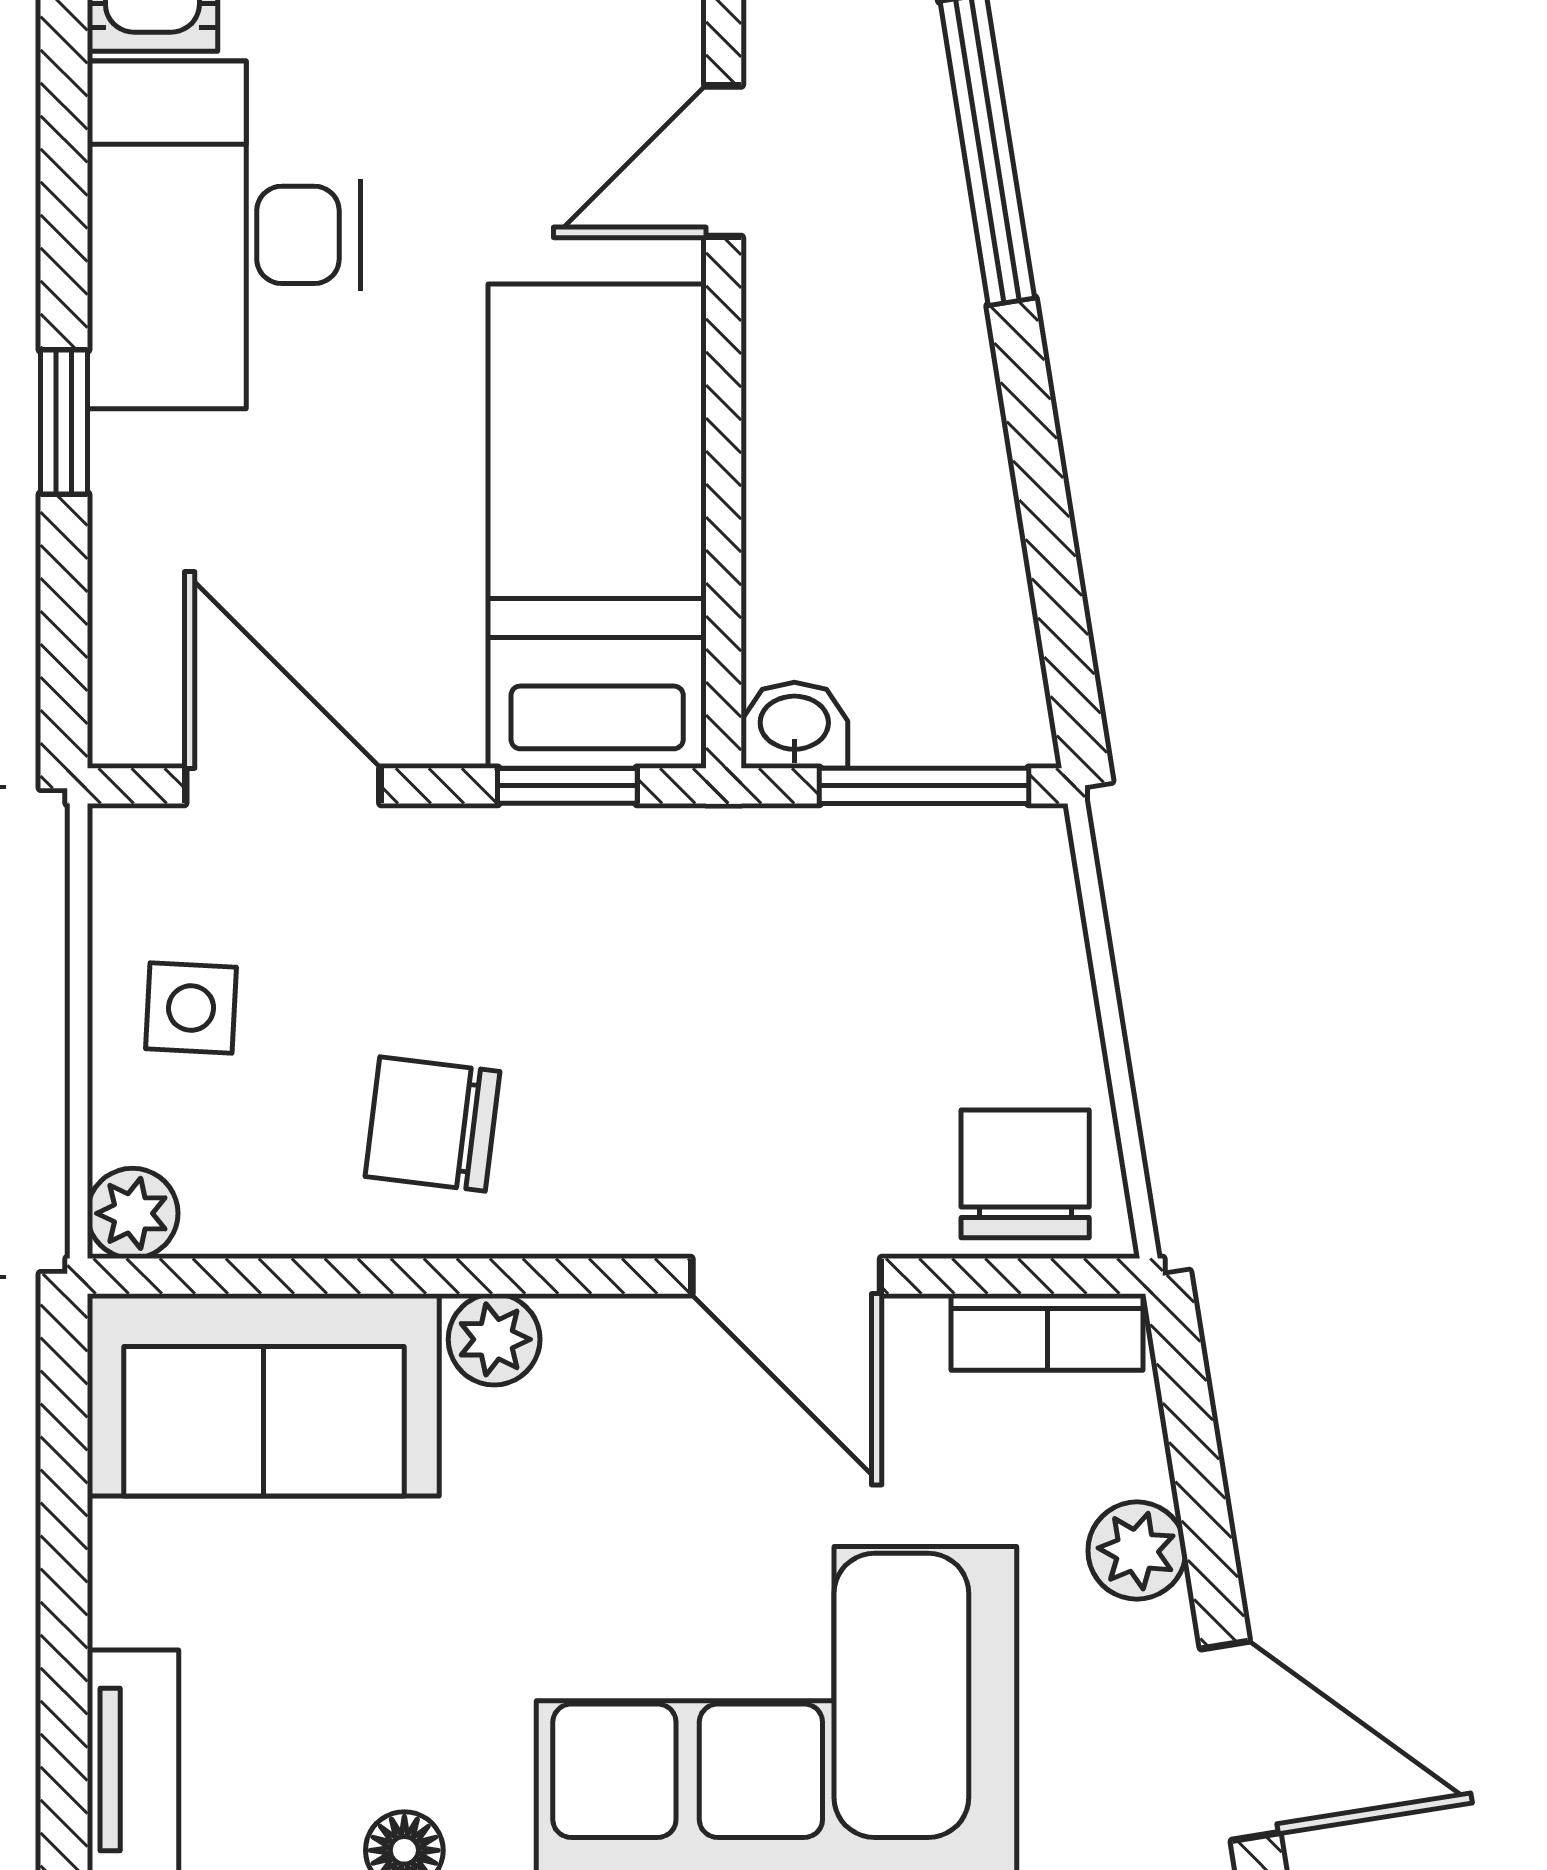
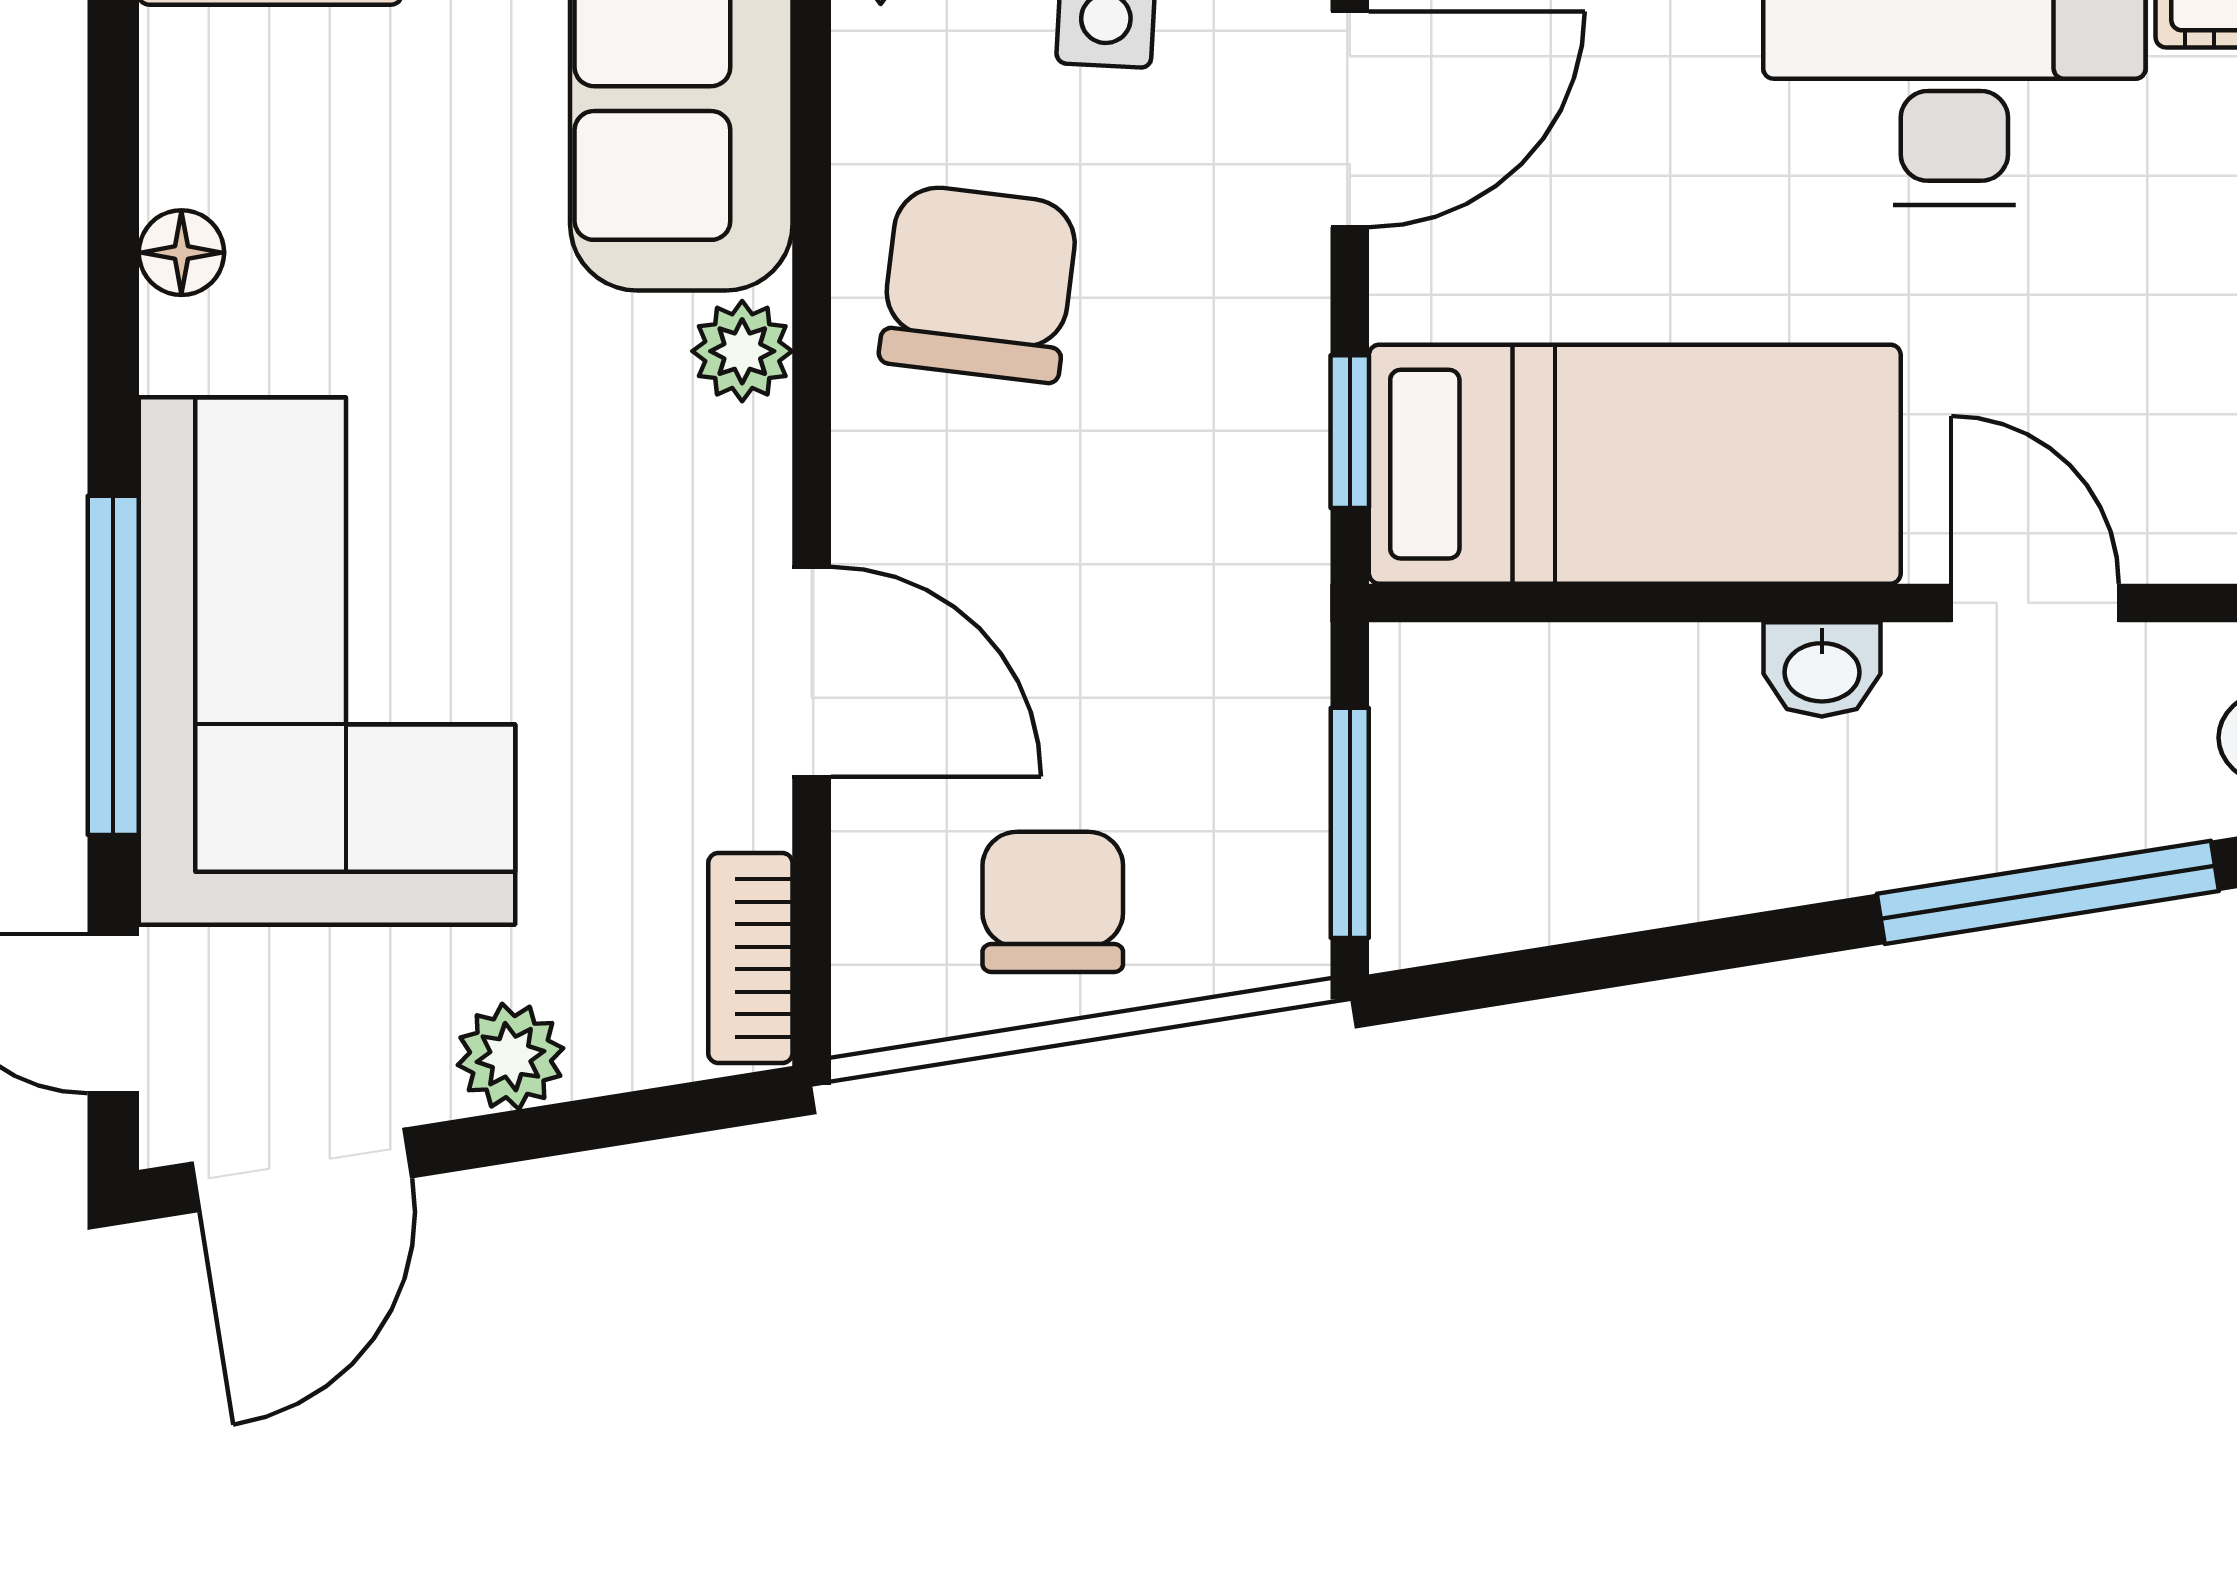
washbasin: (794, 725) -> (1822, 669), moved, turned 90
chair: (432, 1124) -> (979, 284), width x1.37, depth x1.37
chair: (1025, 1174) -> (1053, 902), moved, turned -90
door: (786, 1276) -> (812, 672), swing flipped

